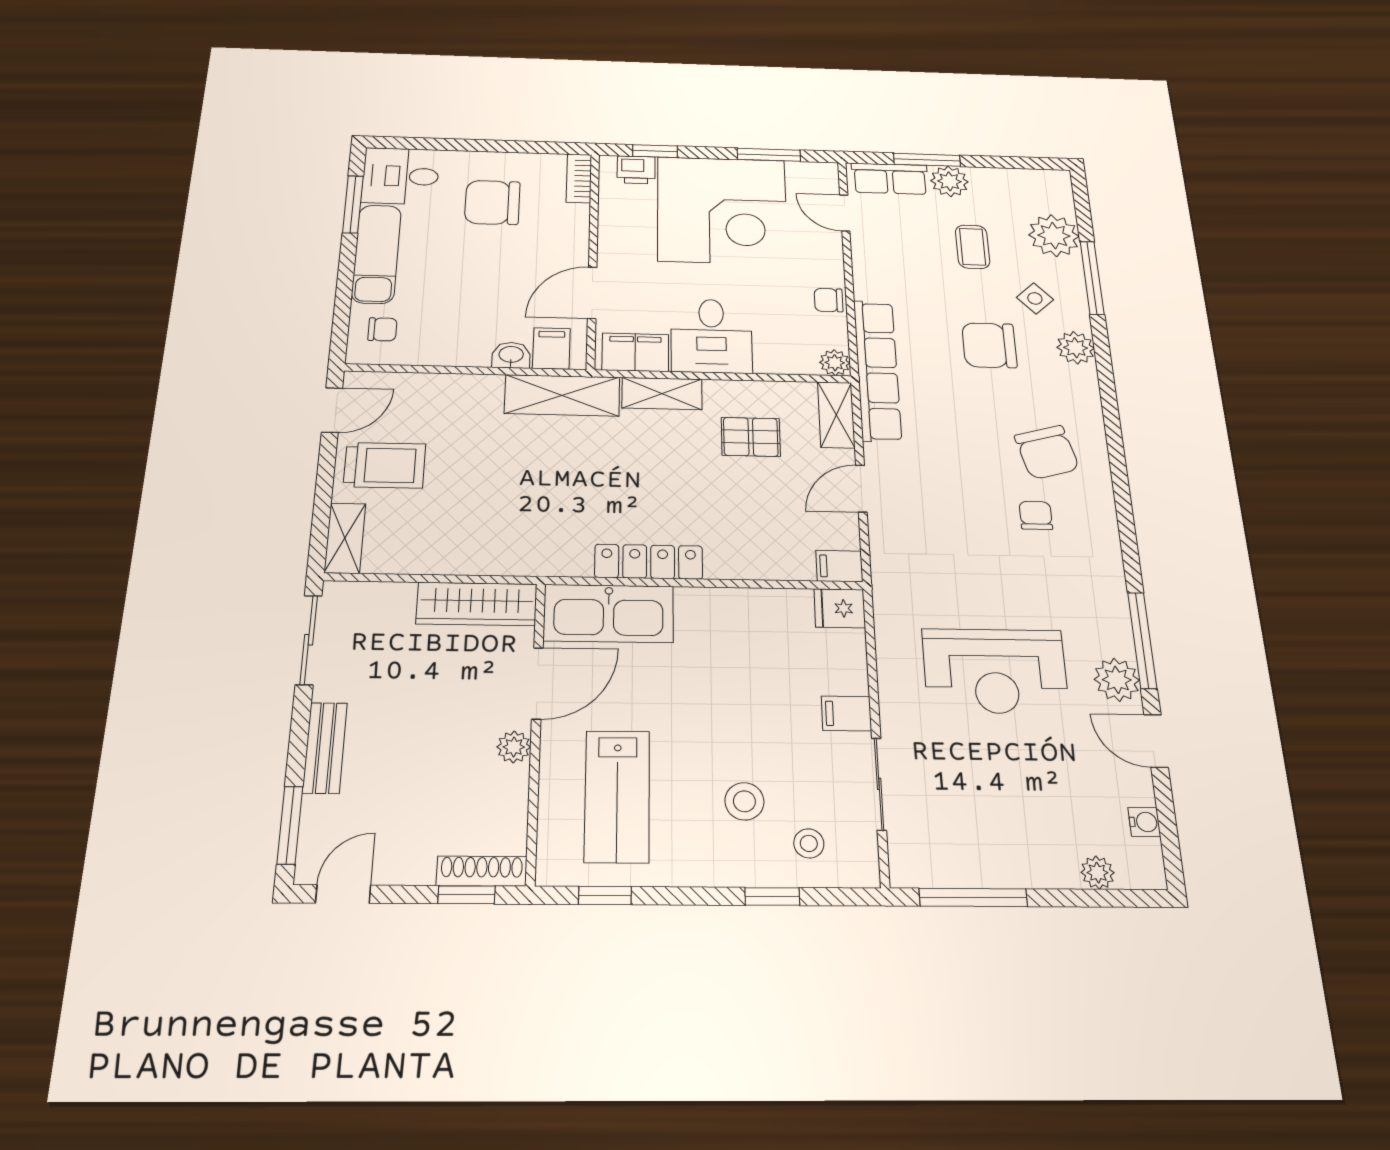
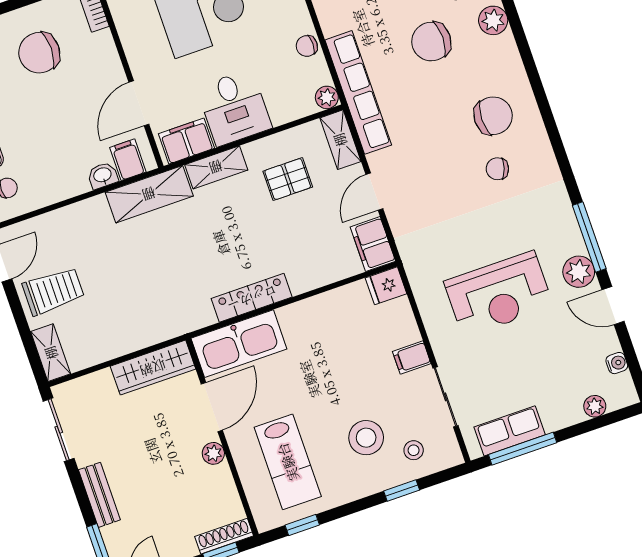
chair: (1047, 452) -> (493, 116), turned -75
chair: (1036, 515) -> (497, 169), turned -72
filing cabinet: (839, 566) -> (373, 244), width x2.00
stool: (744, 801) -> (366, 438), width x1.38, depth x1.38
row of seats: (961, 865) -> (510, 431), added

